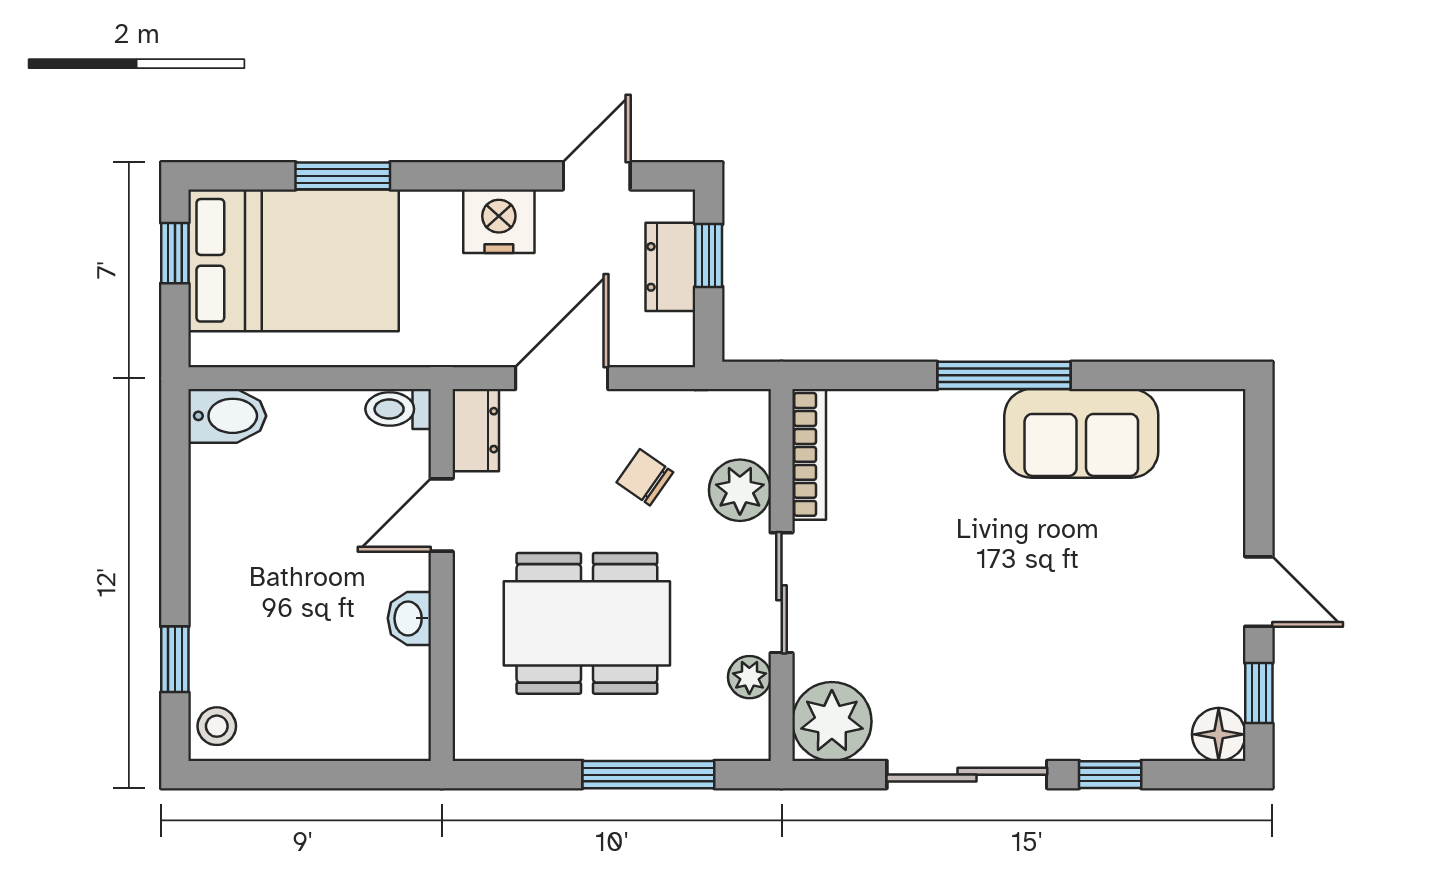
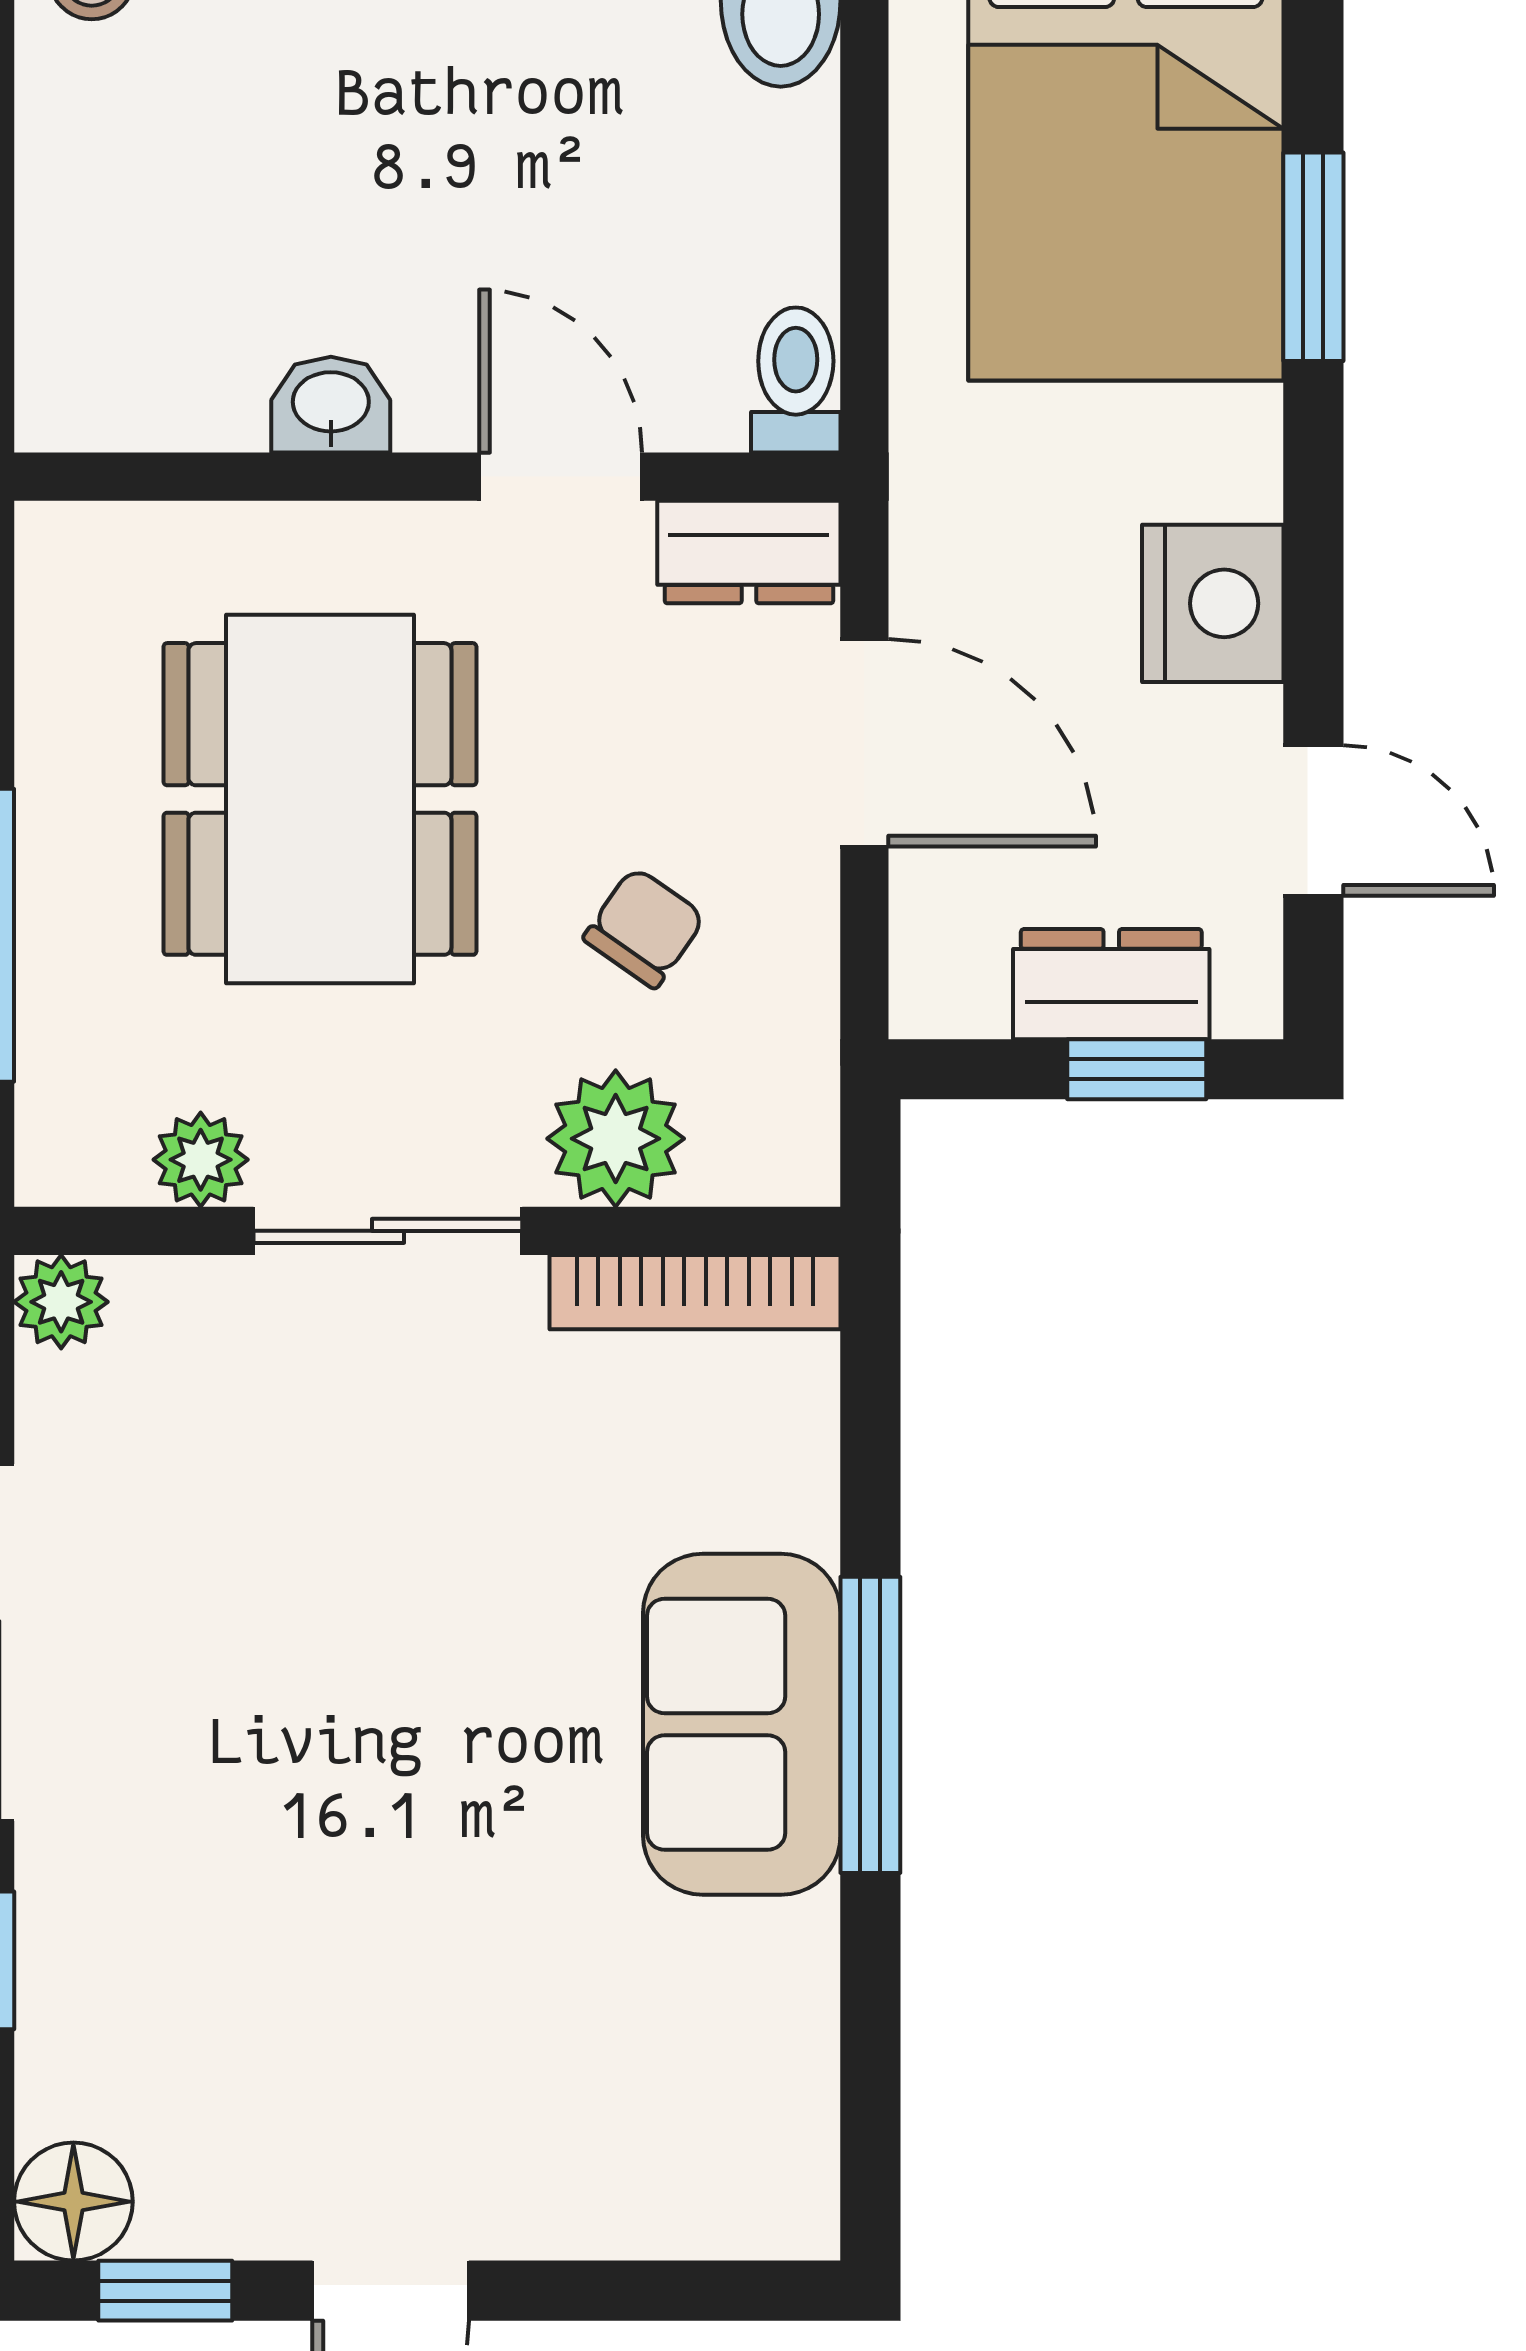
sofa: (1081, 433) -> (742, 1724), moved
plant: (832, 721) -> (61, 1302), width x0.53, depth x0.53

